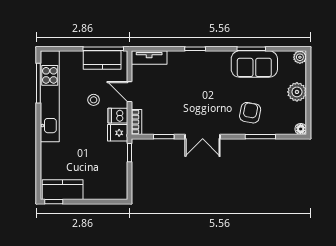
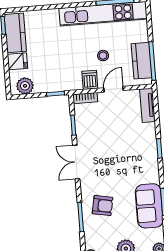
fridge: (118, 133) -> (17, 61), moved, turned 90
plant: (119, 184) -> (25, 86), added

